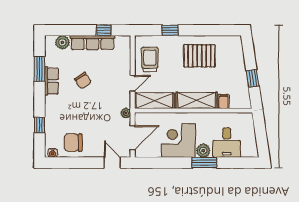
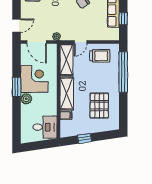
window: (170, 30) -> (123, 72), width x3.17
pallet: (199, 56) -> (99, 106), moved
door: (133, 83) -> (80, 42), hinge flipped
desk: (227, 143) -> (45, 127), moved, turned 180
window: (204, 163) -> (17, 87), moved

